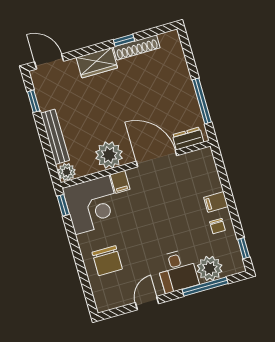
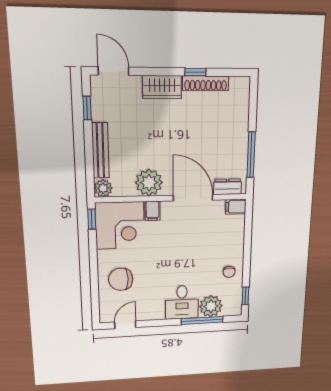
filing cabinet: (216, 202) -> (236, 207), moved
chair: (107, 261) -> (121, 279), turned 90
door: (147, 303) -> (125, 325), moved

